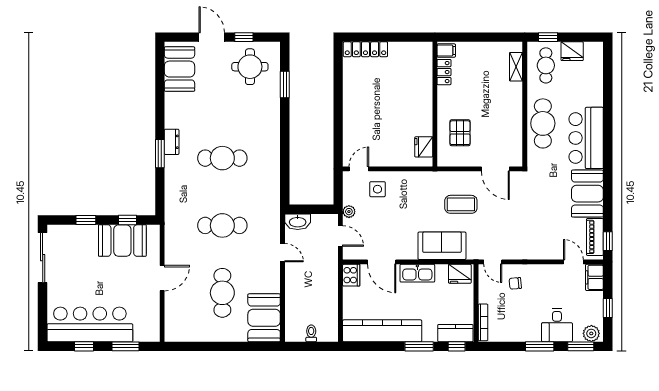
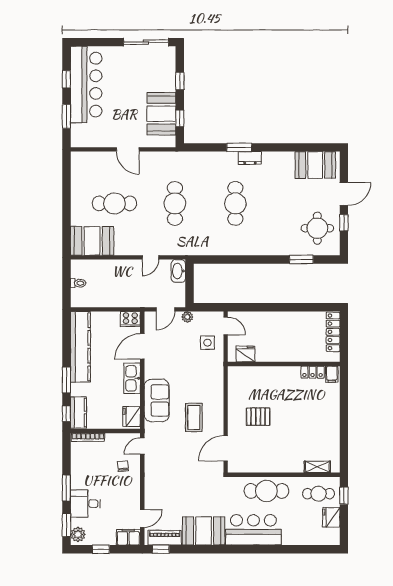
filing cabinet: (446, 51) -> (332, 374), moved
locker: (444, 72) -> (313, 372), moved
wall: (435, 104) -> (284, 364), moved
fridge: (424, 147) -> (245, 354), moved

